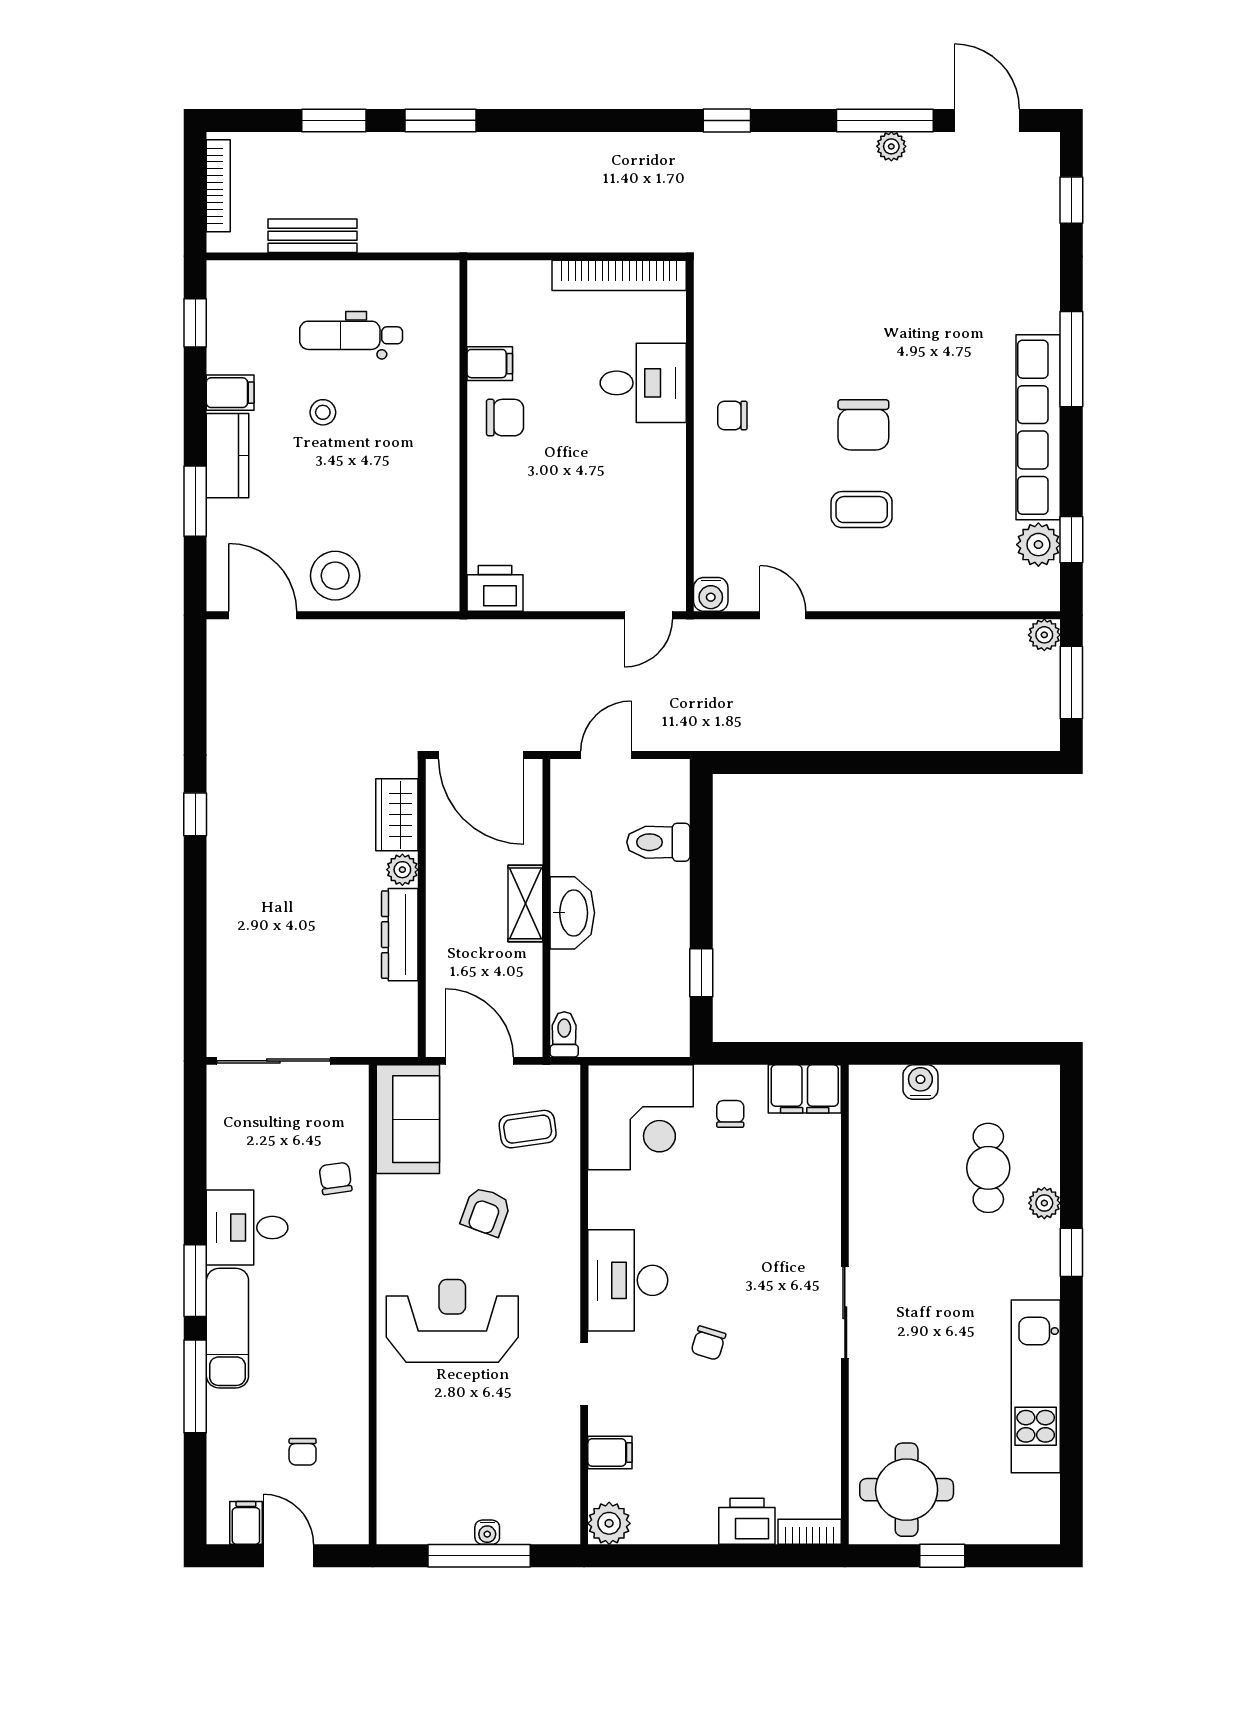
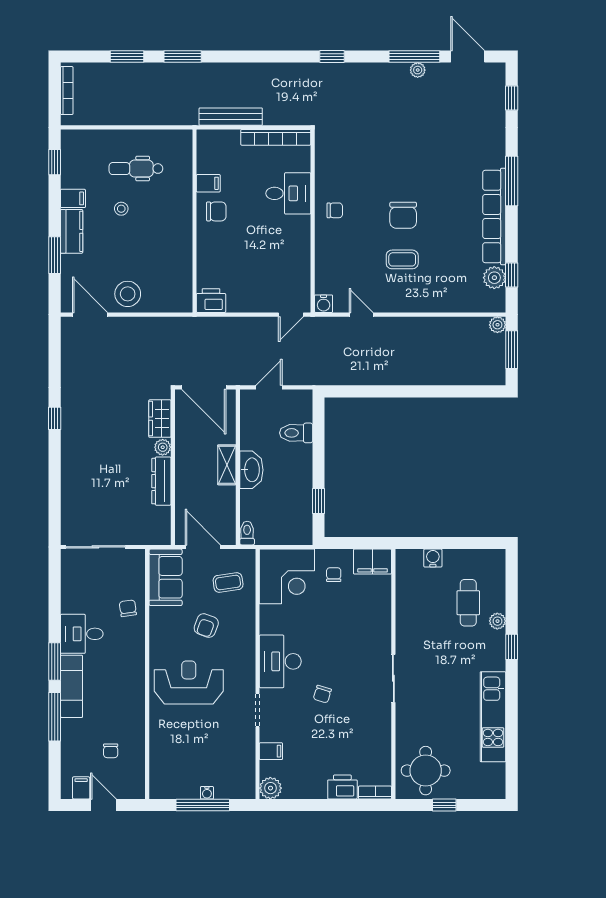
bench: (313, 236) -> (231, 117), moved, width x1.36
chair: (732, 416) -> (335, 210), turned 180

